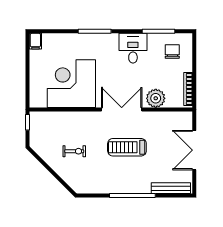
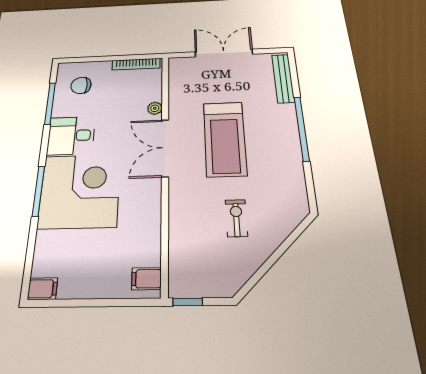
corner desk: (71, 84) -> (80, 191), moved, turned 180
plant: (156, 98) -> (155, 108), width x0.53, depth x0.53
filing cabinet: (40, 100) -> (146, 279), added
treadmill: (127, 147) -> (225, 138), width x1.37, depth x1.38
double door: (194, 150) -> (224, 53), swing flipped

